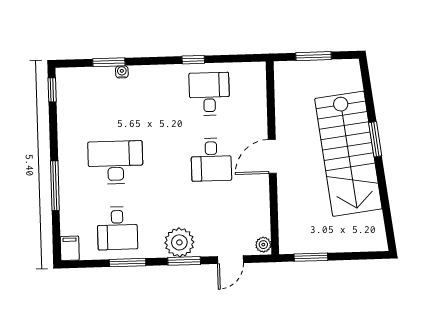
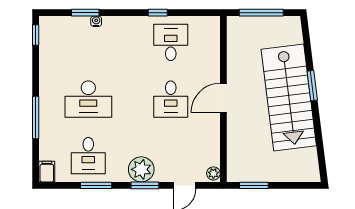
window: (313, 56) -> (261, 13), width x1.44
desk: (115, 162) -> (88, 99), turned 180

